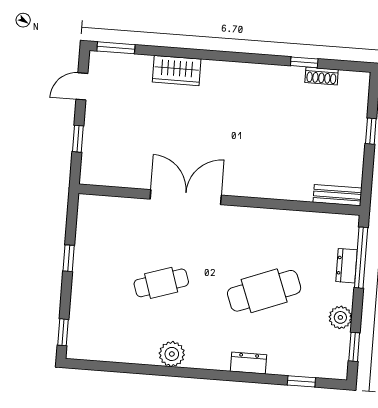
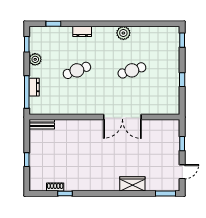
cafe table: (264, 291) -> (77, 70), width x0.73, depth x0.74

